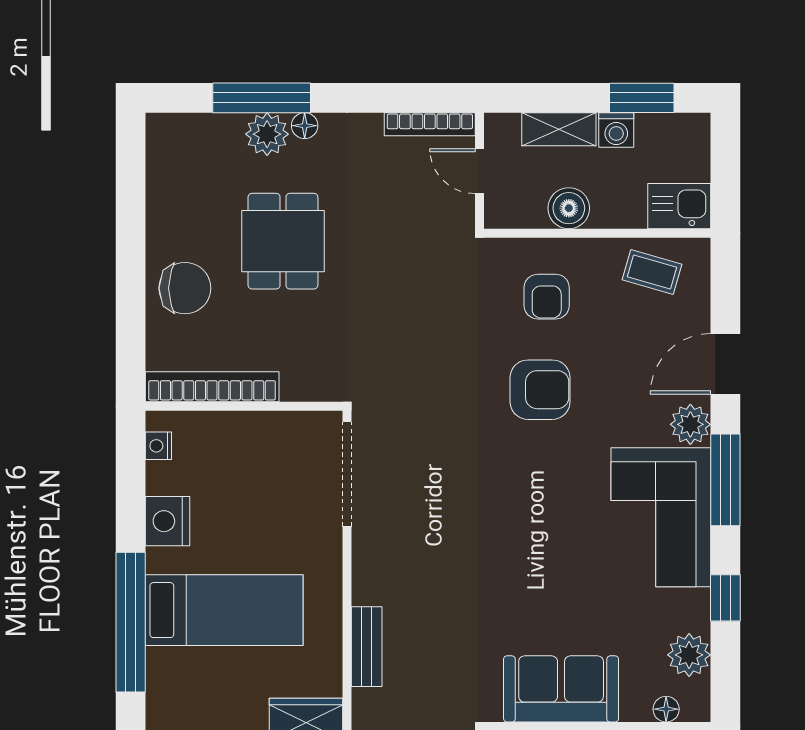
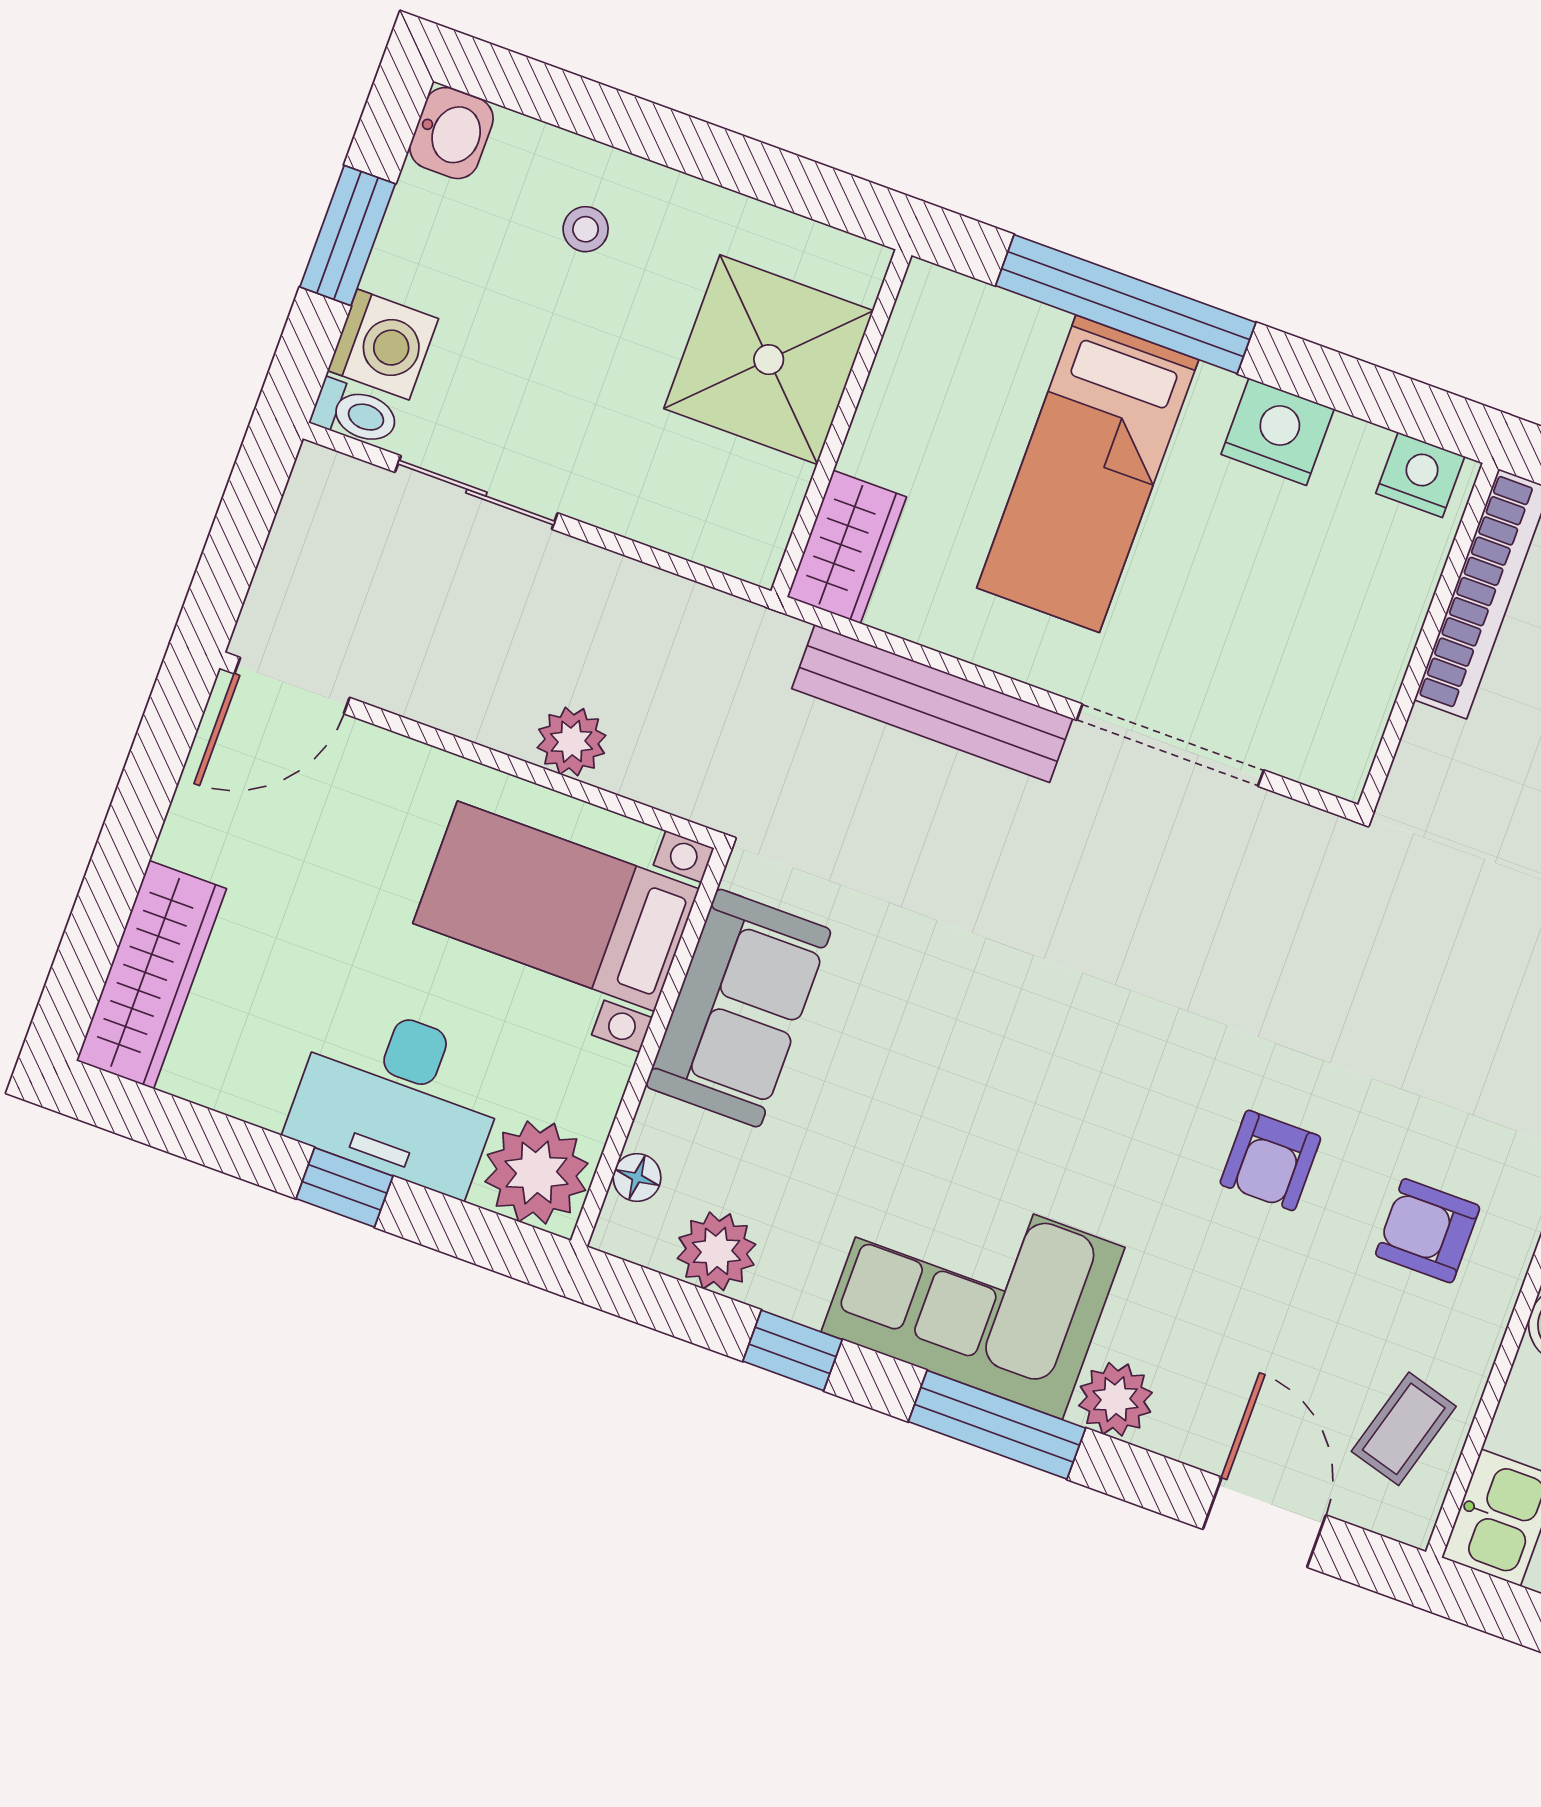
door: (725, 364) -> (1264, 1522), moved
armchair: (540, 390) -> (1270, 1160), width x0.72, depth x0.72
nightstand: (158, 446) -> (1420, 475), width x1.39, depth x1.35
doorway: (347, 474) -> (1170, 745), moved
bench: (367, 647) -> (932, 704), width x1.86, depth x1.21

